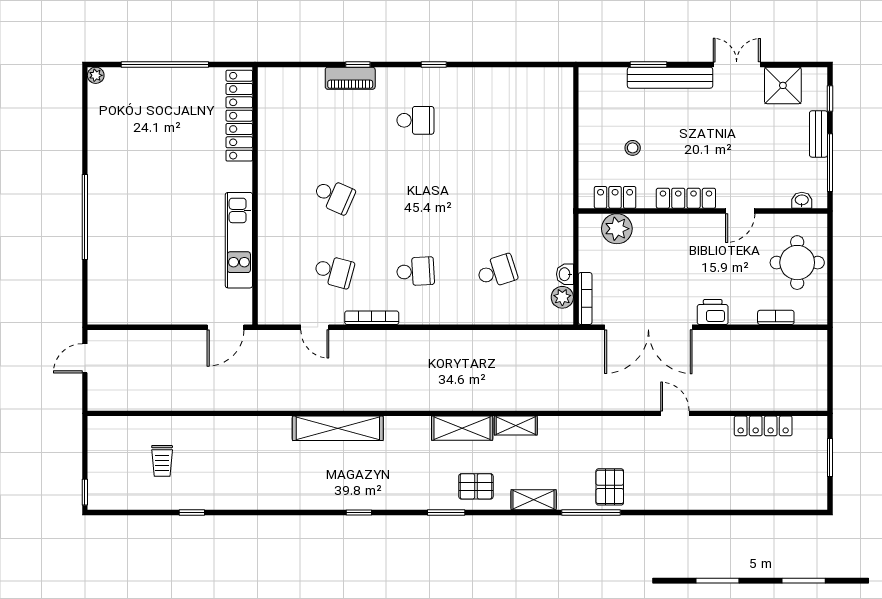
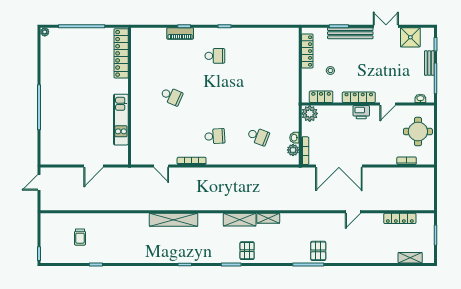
locker: (589, 111) -> (307, 51), added
plant: (617, 229) -> (310, 114), moved
school desk: (334, 271) -> (171, 136), removed
school desk: (497, 271) -> (258, 136), turned 39
printer: (713, 312) -> (361, 112), moved, turned 180
door: (226, 327) -> (94, 166), moved
door: (675, 413) -> (353, 212), swing flipped
pallet: (476, 486) -> (247, 251), turned 90
shelving: (534, 500) -> (410, 258), moved

